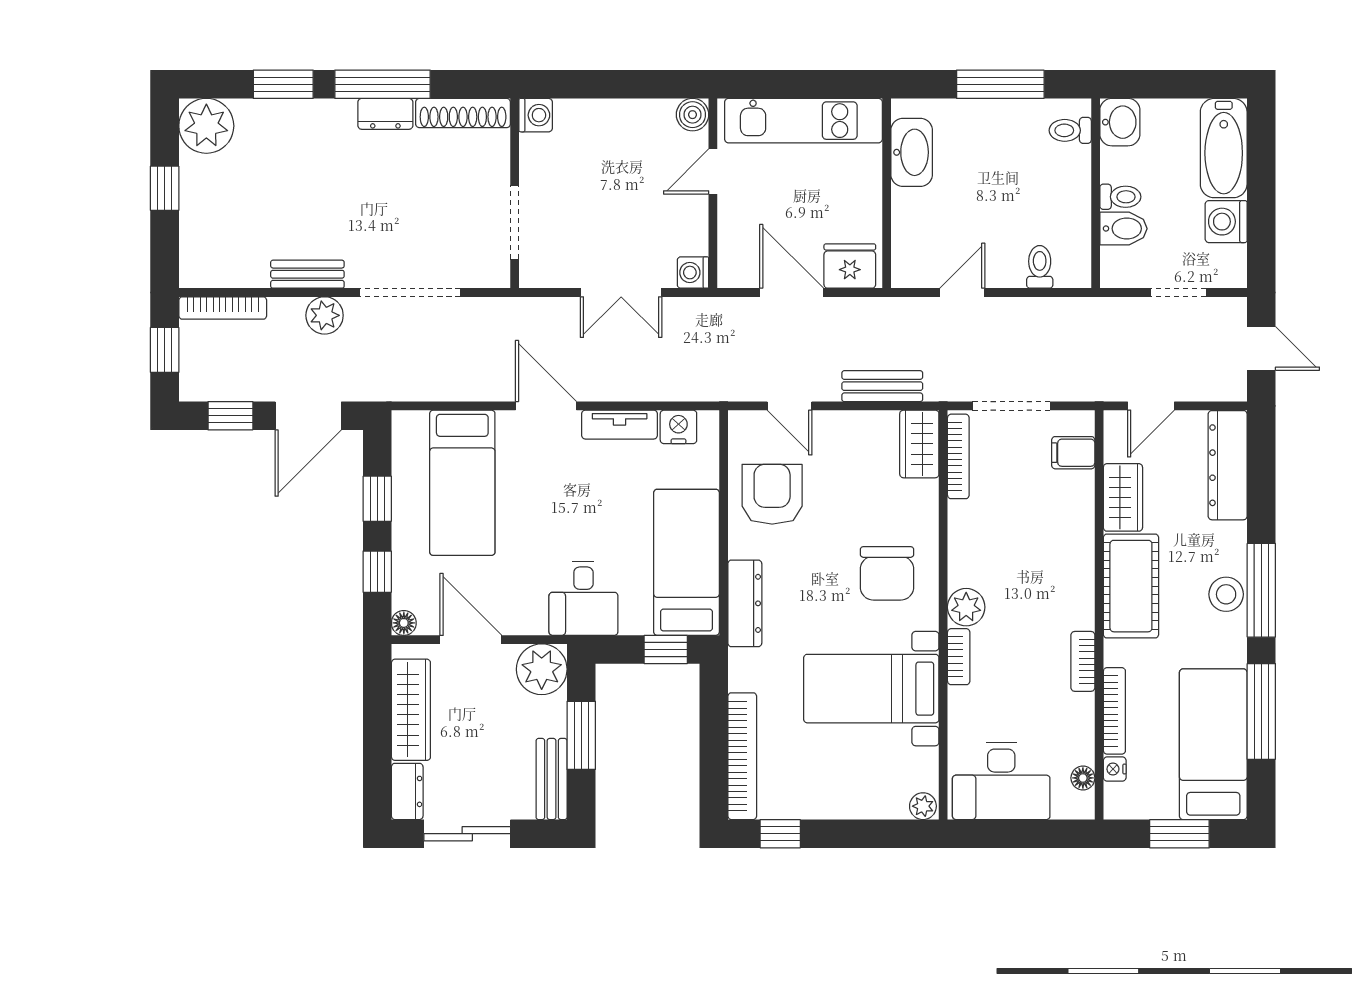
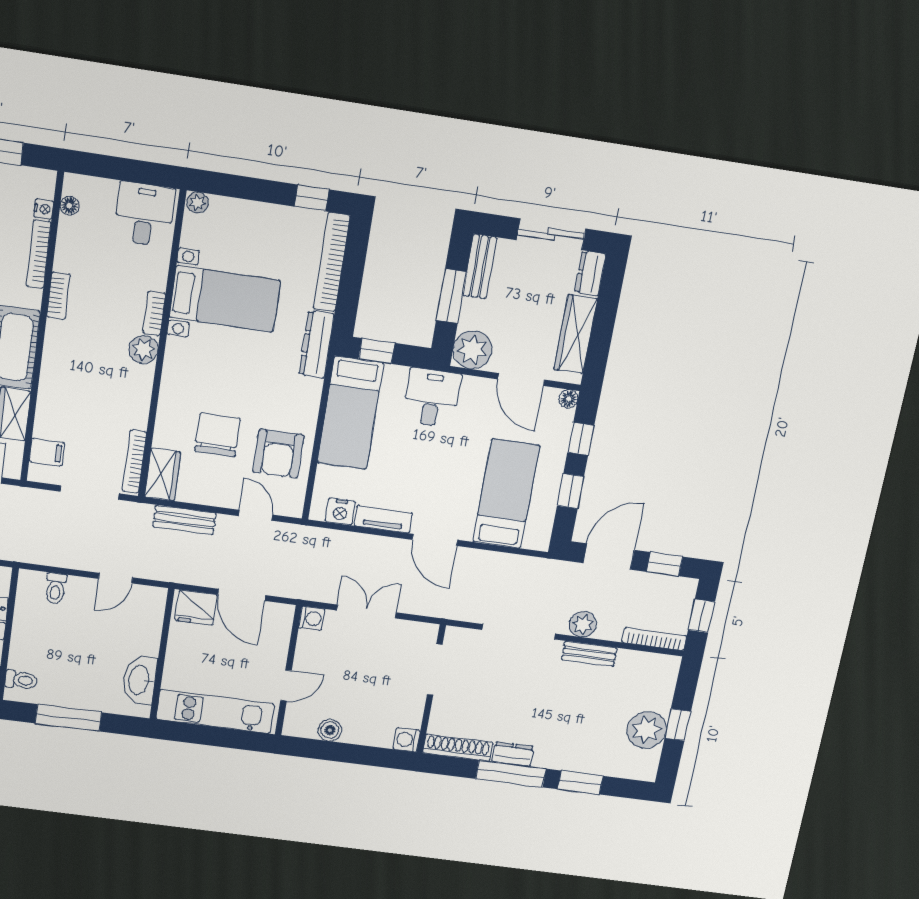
boiler: (693, 115) -> (330, 730), moved
plant: (206, 126) -> (647, 730), moved
chair: (887, 573) -> (217, 435), moved
dresser: (745, 603) -> (316, 344), moved
desk: (1001, 781) -> (144, 214), width x0.73

